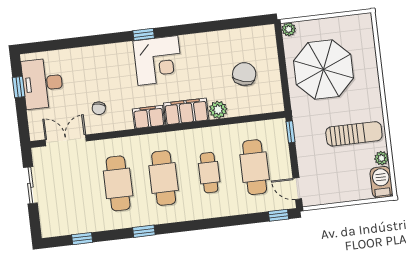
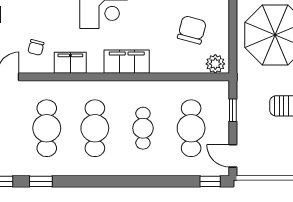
plant: (218, 110) -> (215, 64), moved
filing cabinet: (149, 117) -> (70, 63), moved
window: (290, 132) -> (233, 110), moved
window: (144, 231) -> (41, 181), moved

